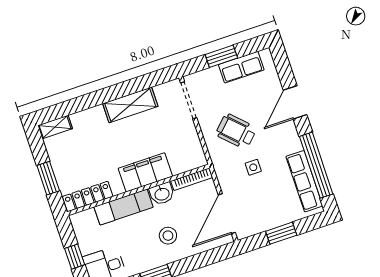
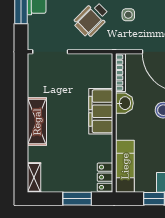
shelving: (130, 105) -> (37, 122), moved
locker: (88, 196) -> (105, 177), width x0.66
exam couch: (124, 207) -> (125, 166), moved

